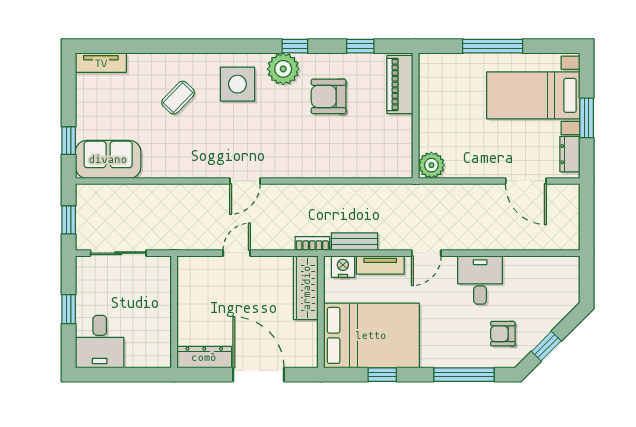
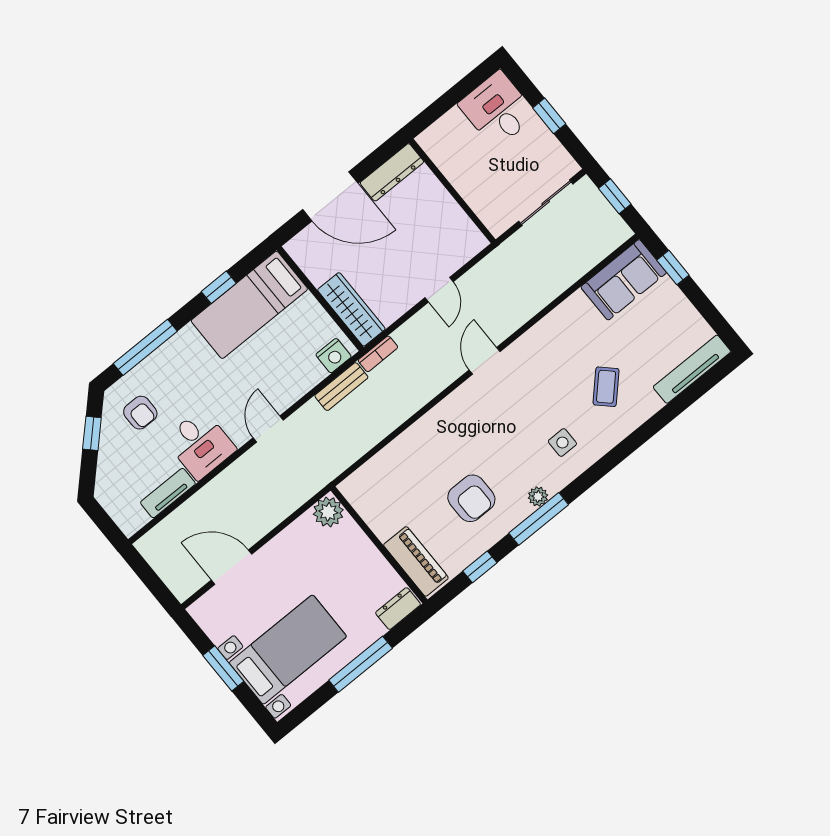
window: (295, 46) -> (539, 519), width x2.17
tv unit: (101, 63) -> (692, 369), width x1.41
plant: (283, 69) -> (538, 497), width x0.53, depth x0.53
side table: (237, 84) -> (562, 443), width x0.54, depth x0.54
armchair: (329, 96) -> (471, 498), turned 90
dresser: (570, 154) -> (398, 609), moved, turned -90
tv unit: (380, 265) -> (168, 493), moved
armchair: (503, 334) -> (140, 413), turned 90
bed: (371, 335) -> (249, 305), width x0.67

